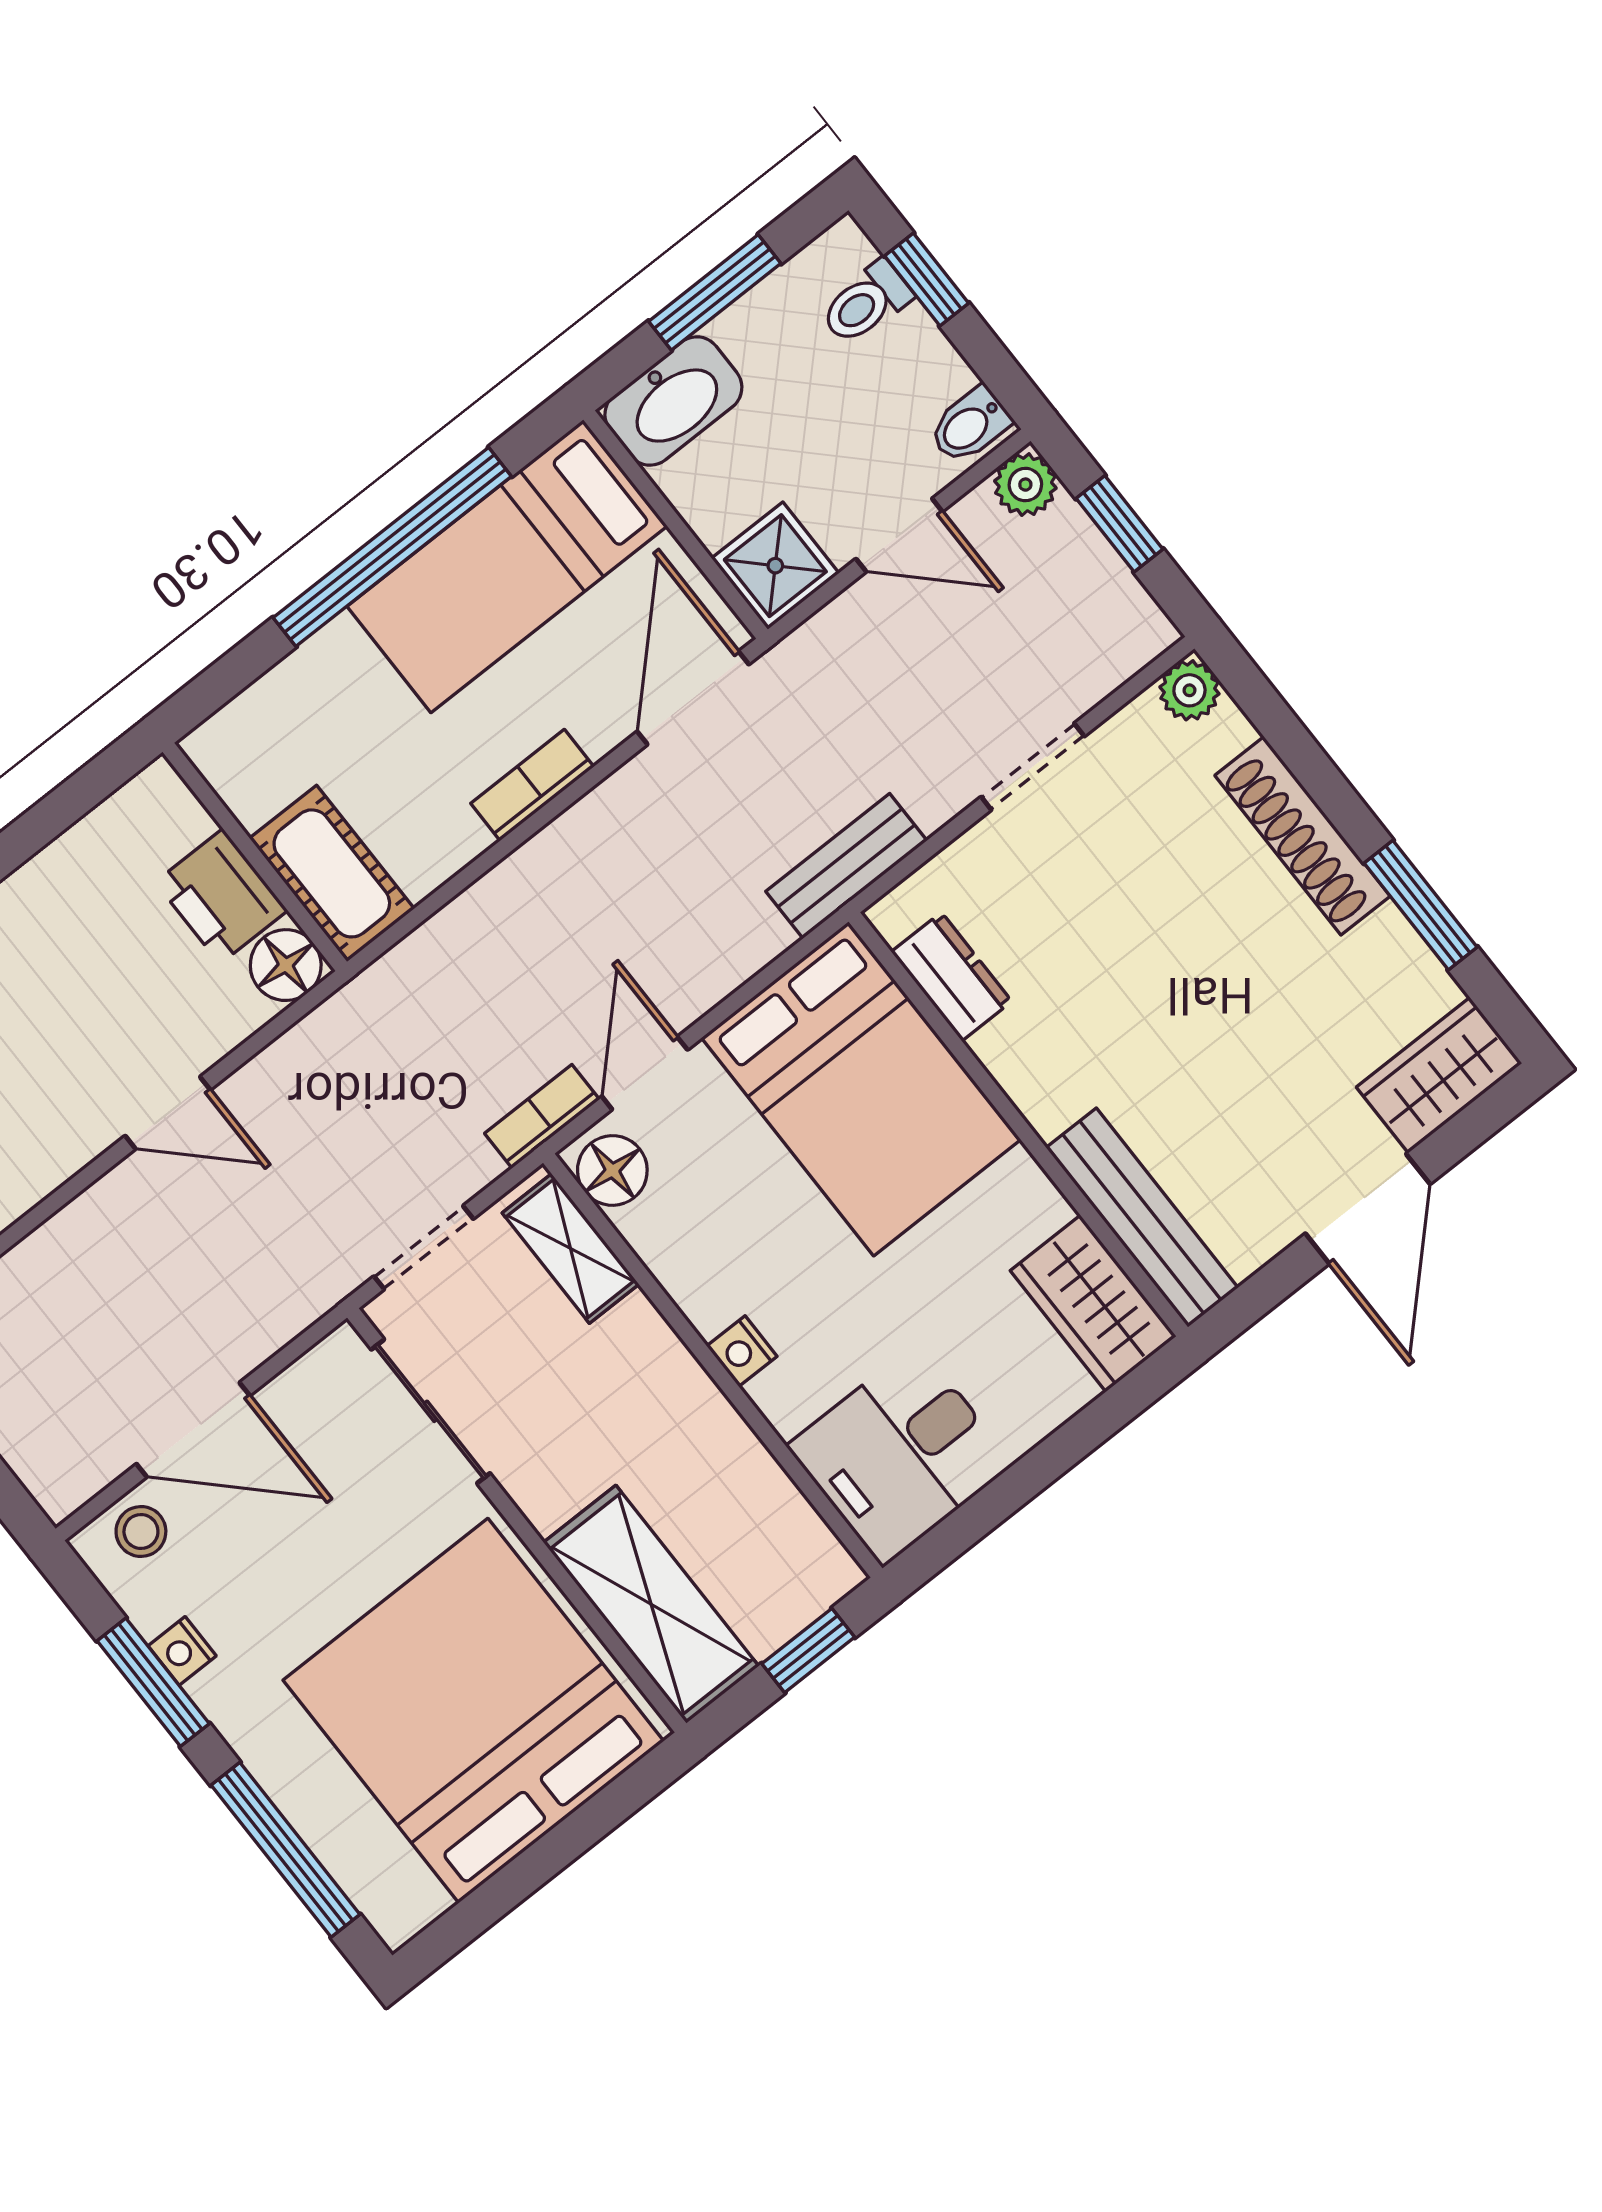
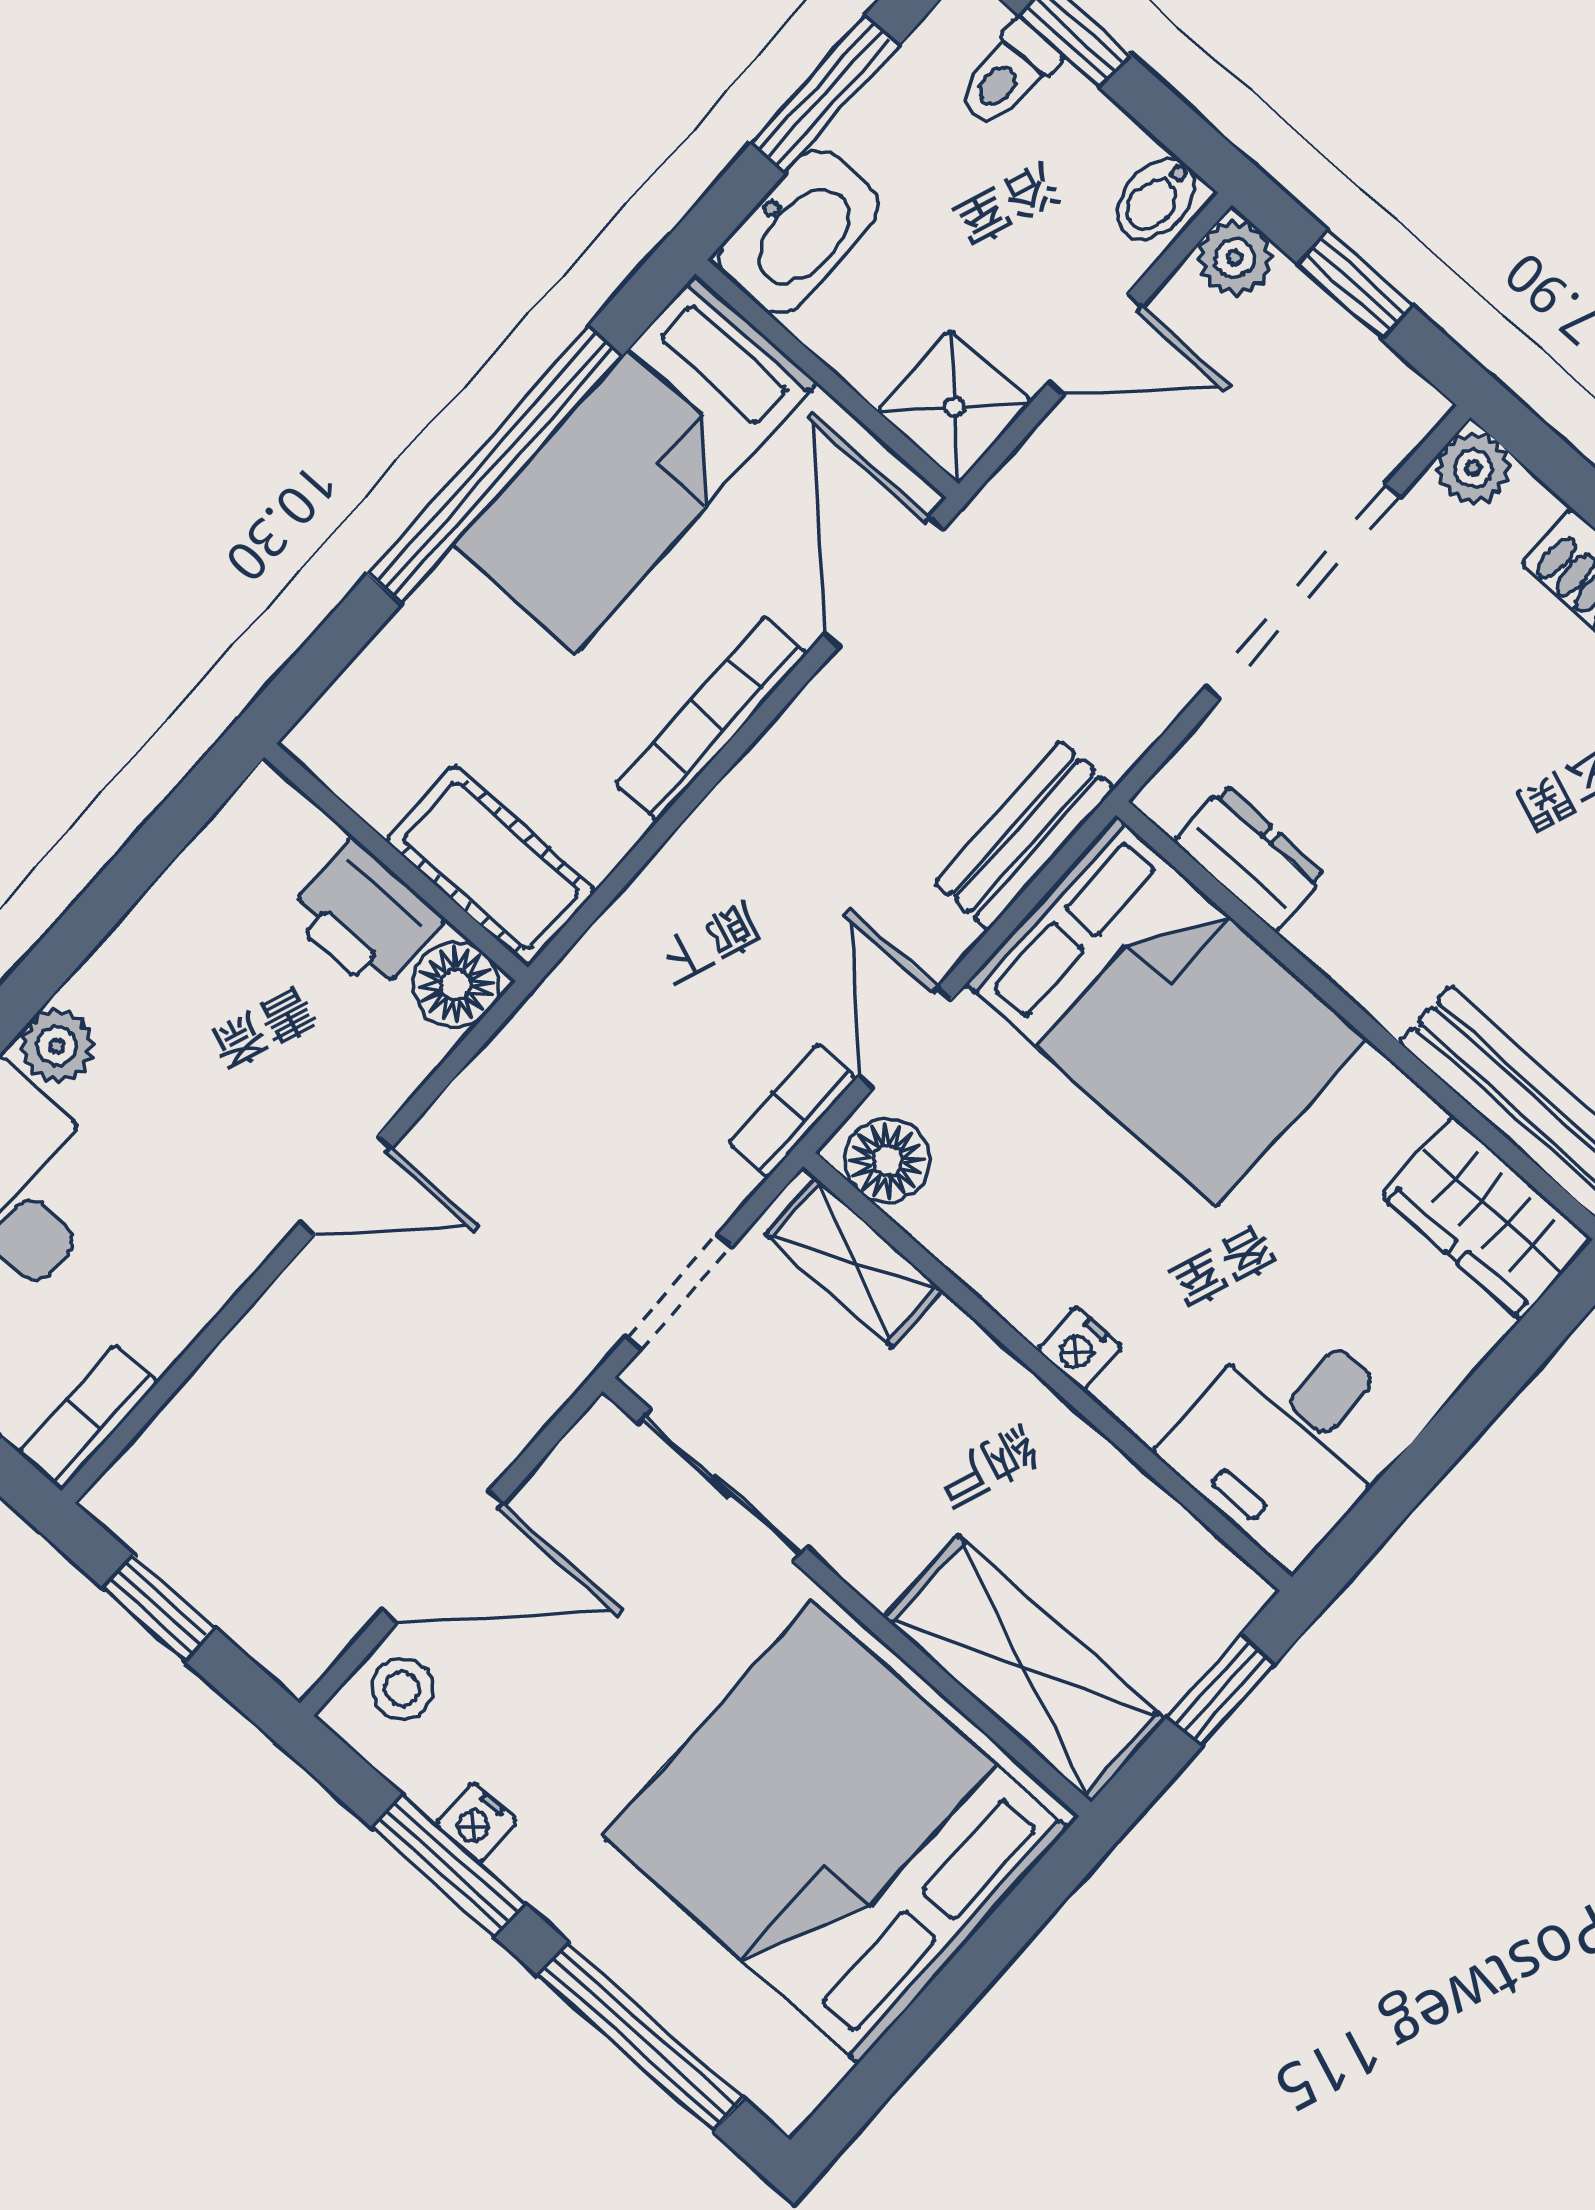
doorway: (1033, 767) -> (1303, 592), width x1.87
bookcase: (532, 785) -> (711, 719), width x1.56
bench: (846, 866) -> (1025, 836), moved

